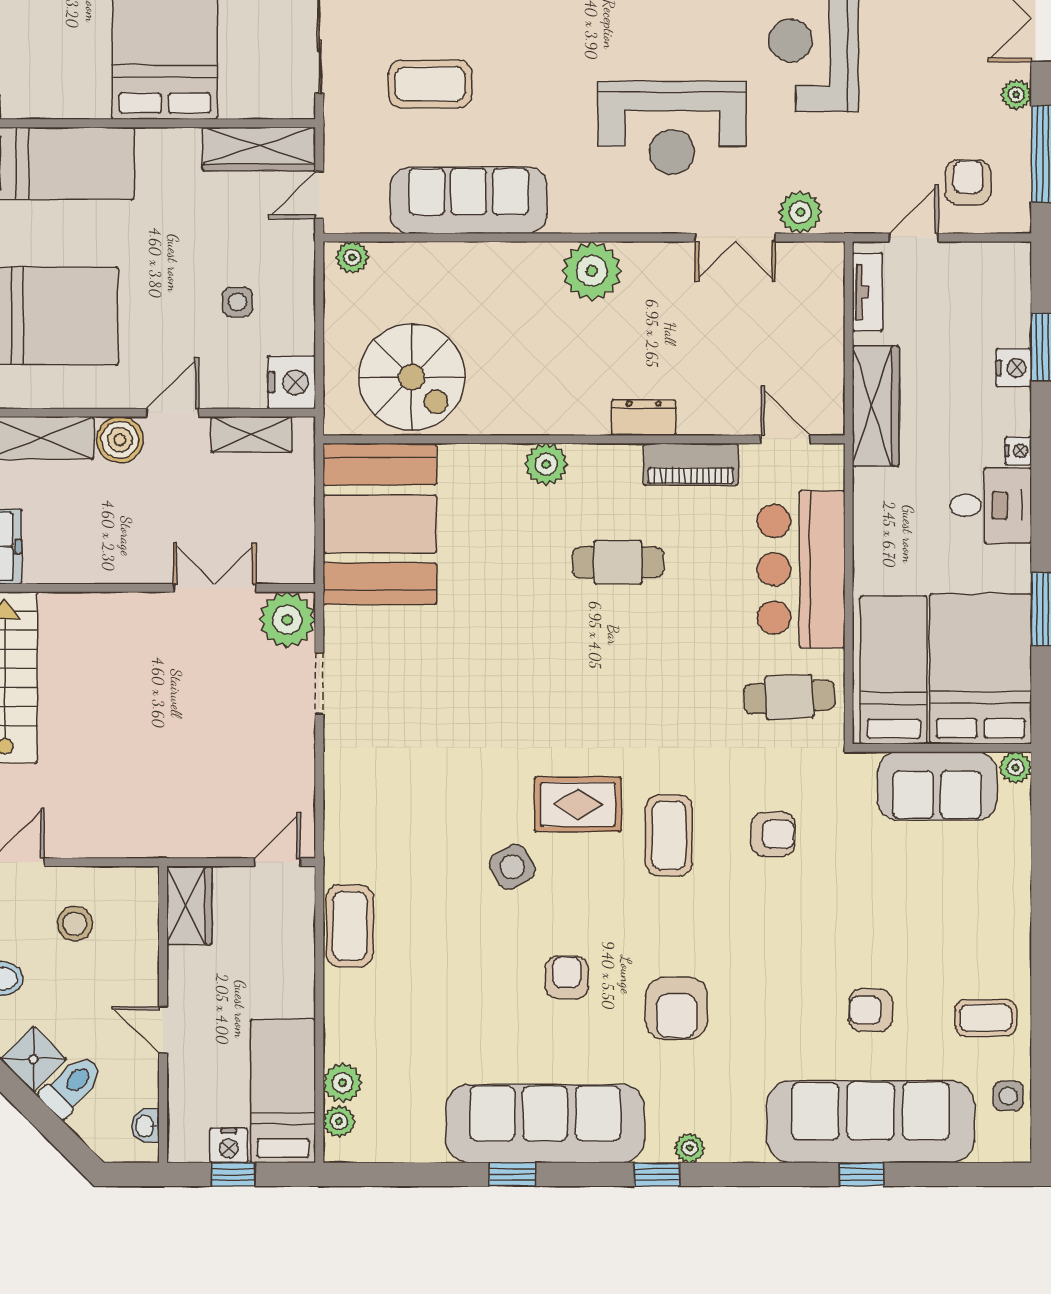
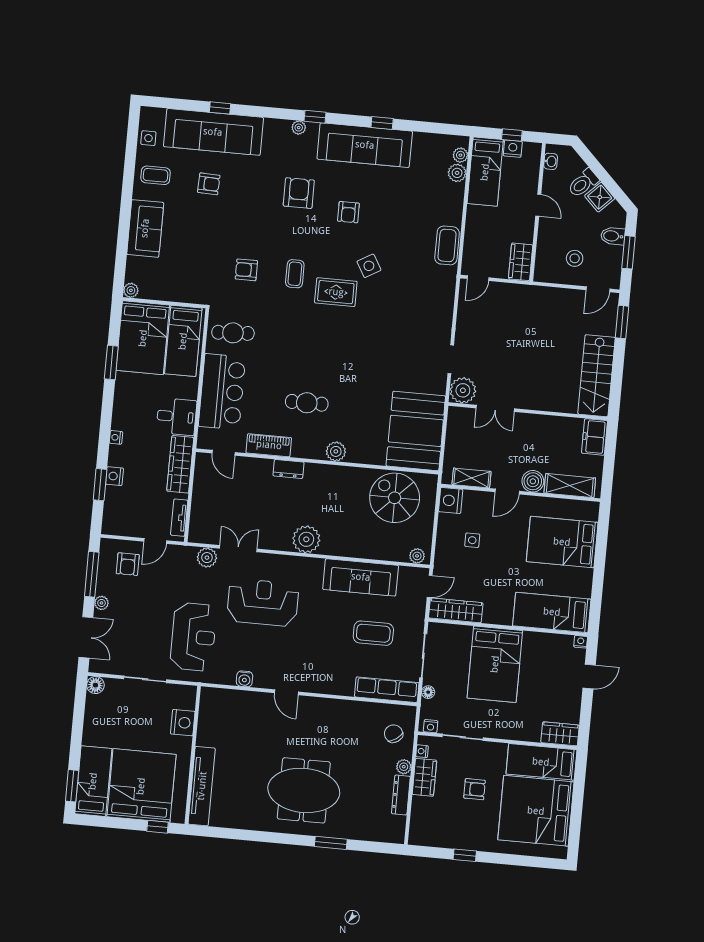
desk: (991, 505) -> (176, 417), moved, turned 180
sofa: (937, 786) -> (145, 228), moved, turned 90
coffee table: (669, 835) -> (295, 274), width x0.73, depth x0.77

